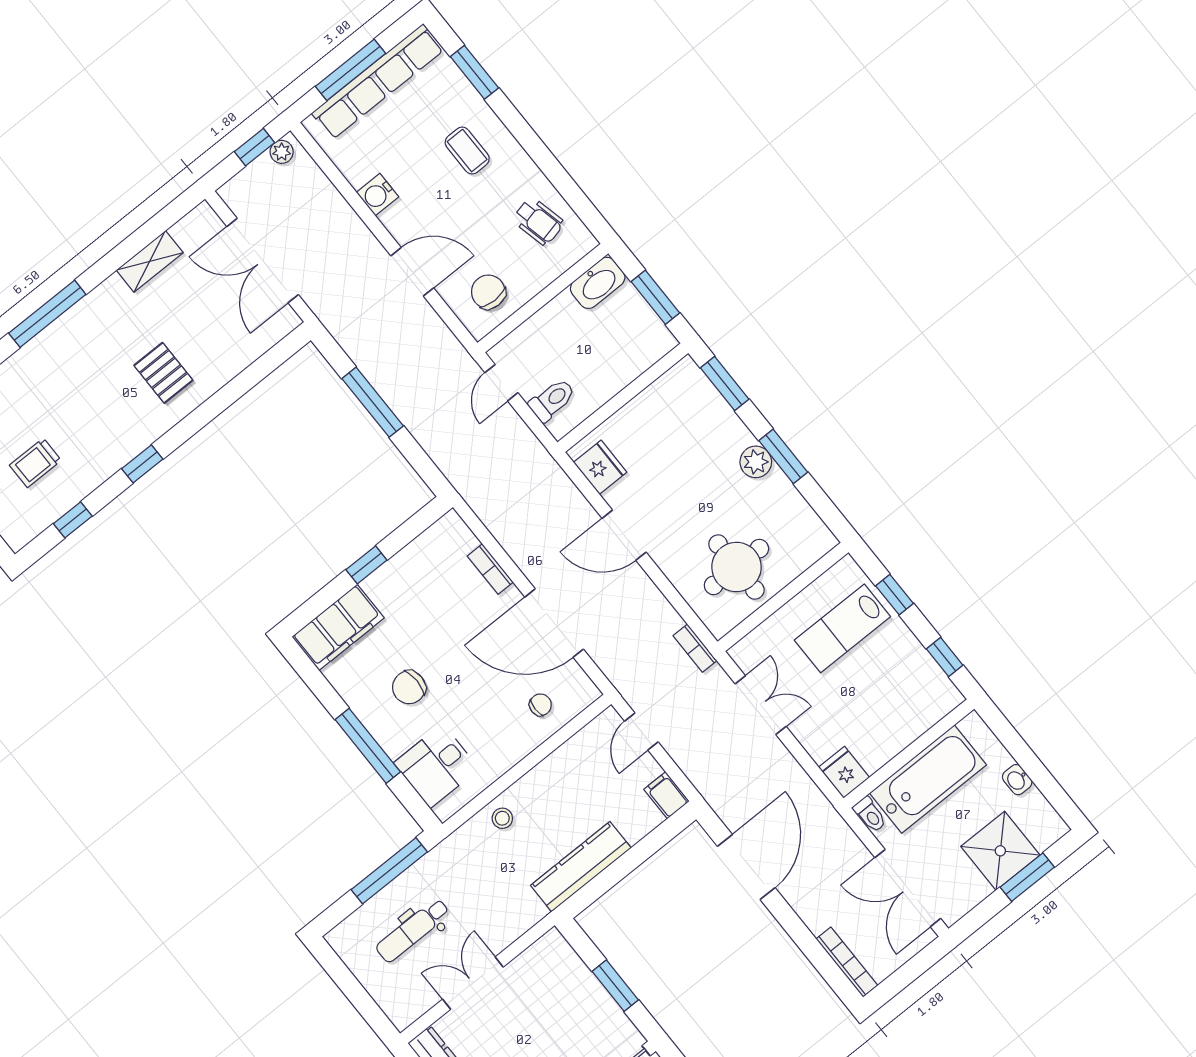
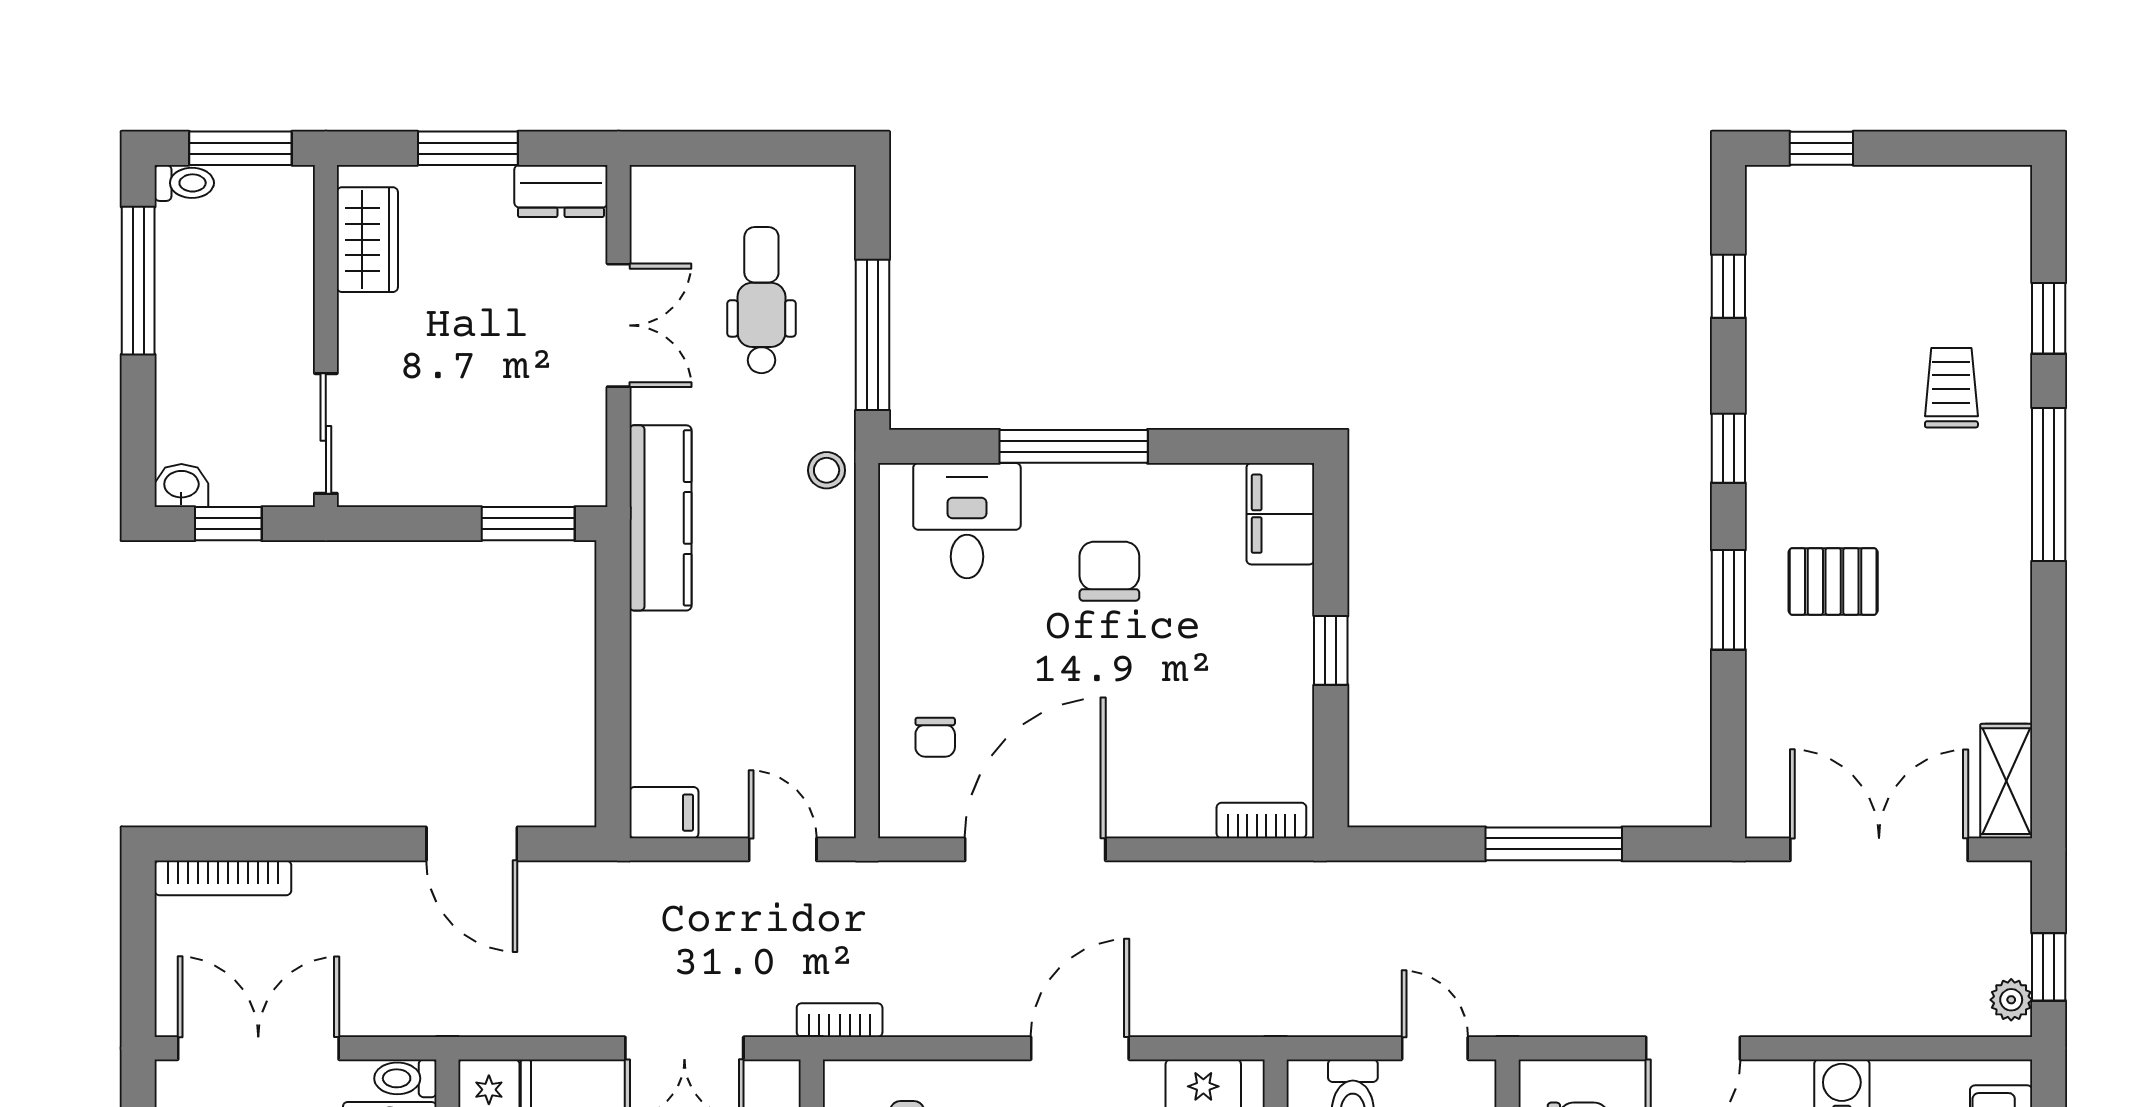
shelving: (150, 261) -> (2006, 781), moved
window: (207, 412) -> (1728, 600), added
trolley: (35, 463) -> (1951, 388), moved
bookcase: (490, 569) -> (1261, 821), moved
filing cabinet: (338, 627) -> (1280, 514), width x0.67, depth x0.86
stool: (502, 818) -> (827, 470), moved
kitchen counter: (581, 867) -> (660, 518), moved
door: (746, 867) -> (472, 844), width x0.73
window: (615, 986) -> (528, 524), moved

